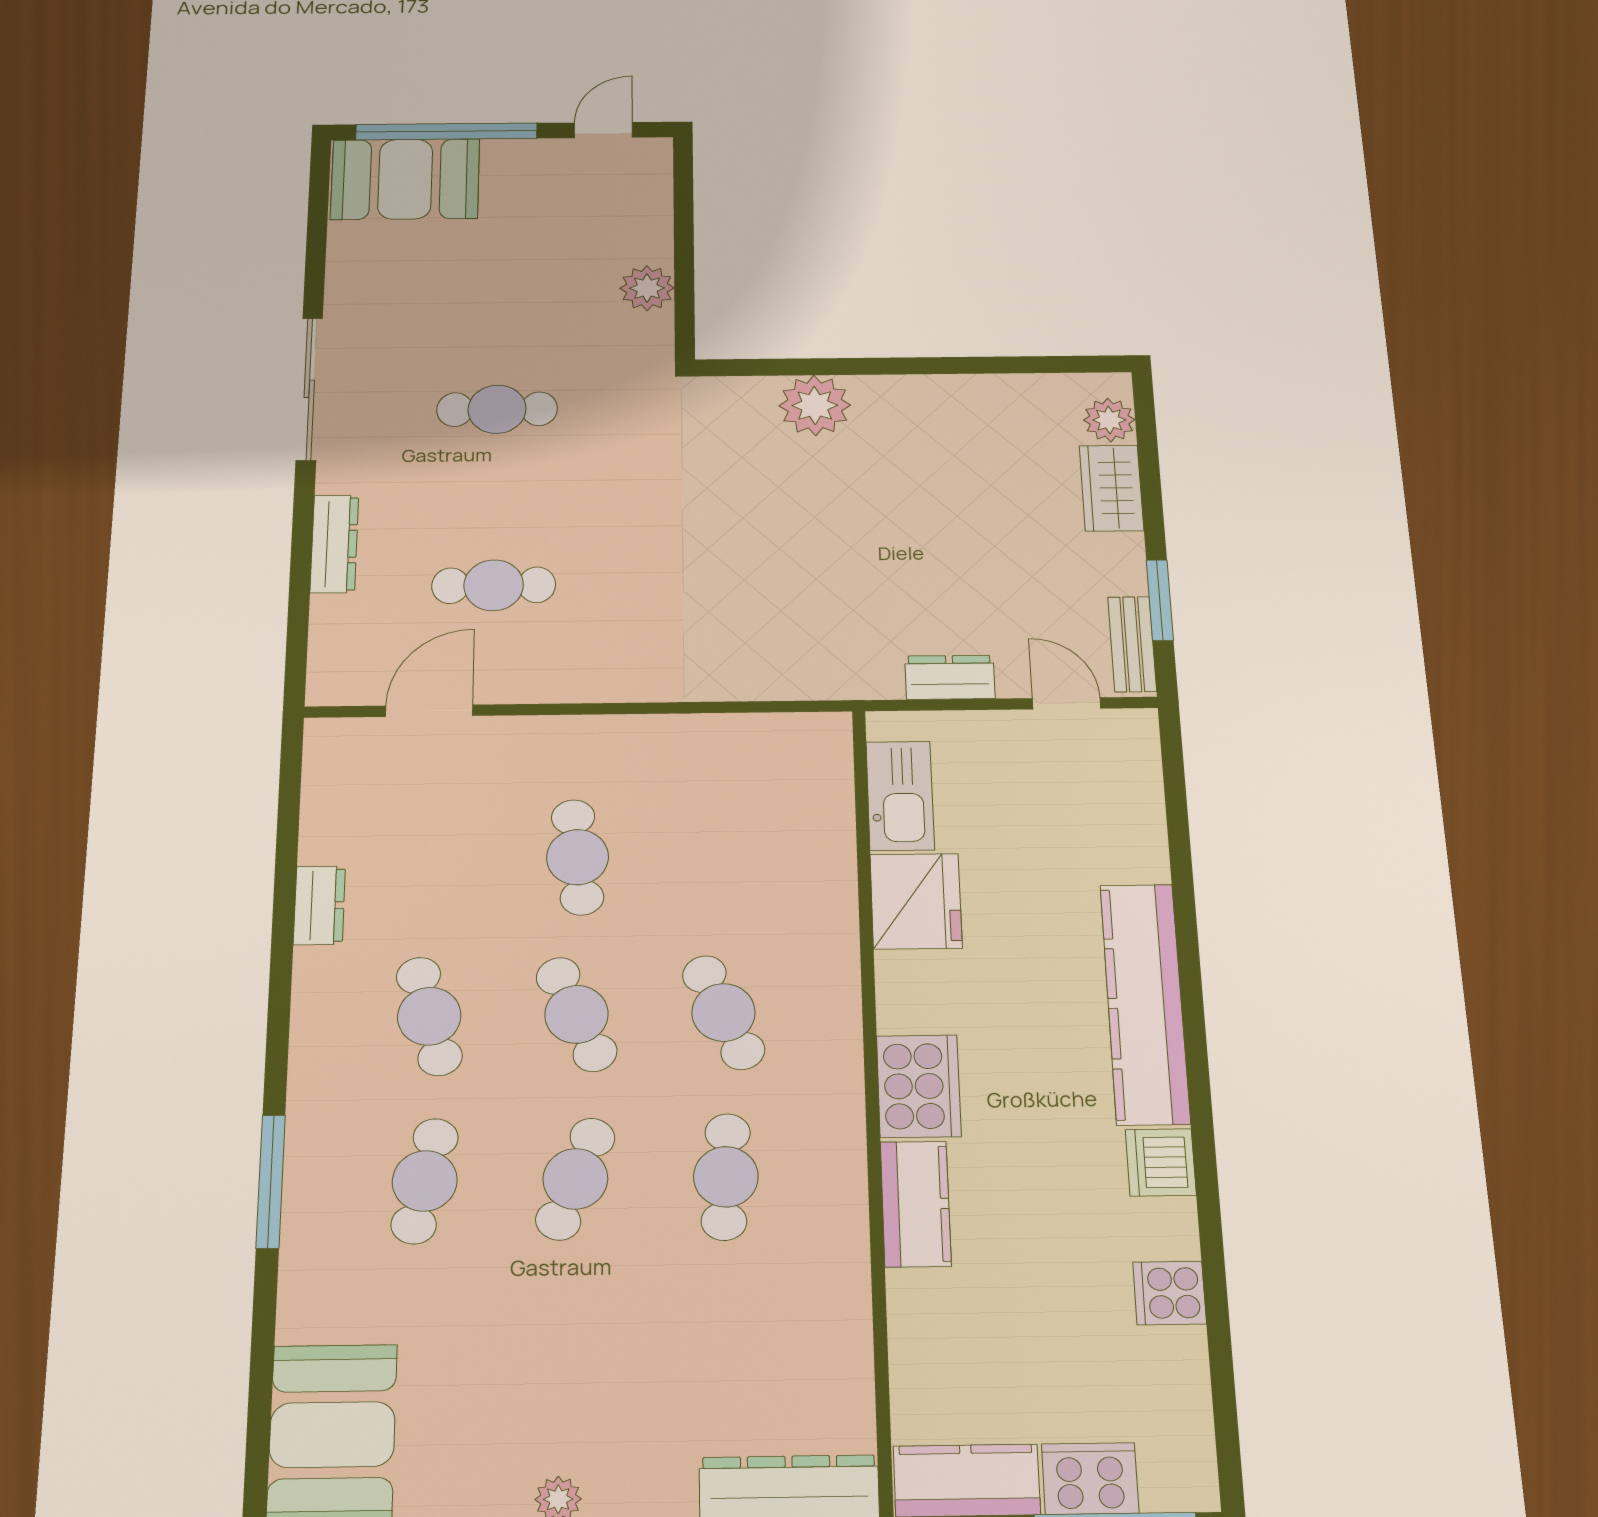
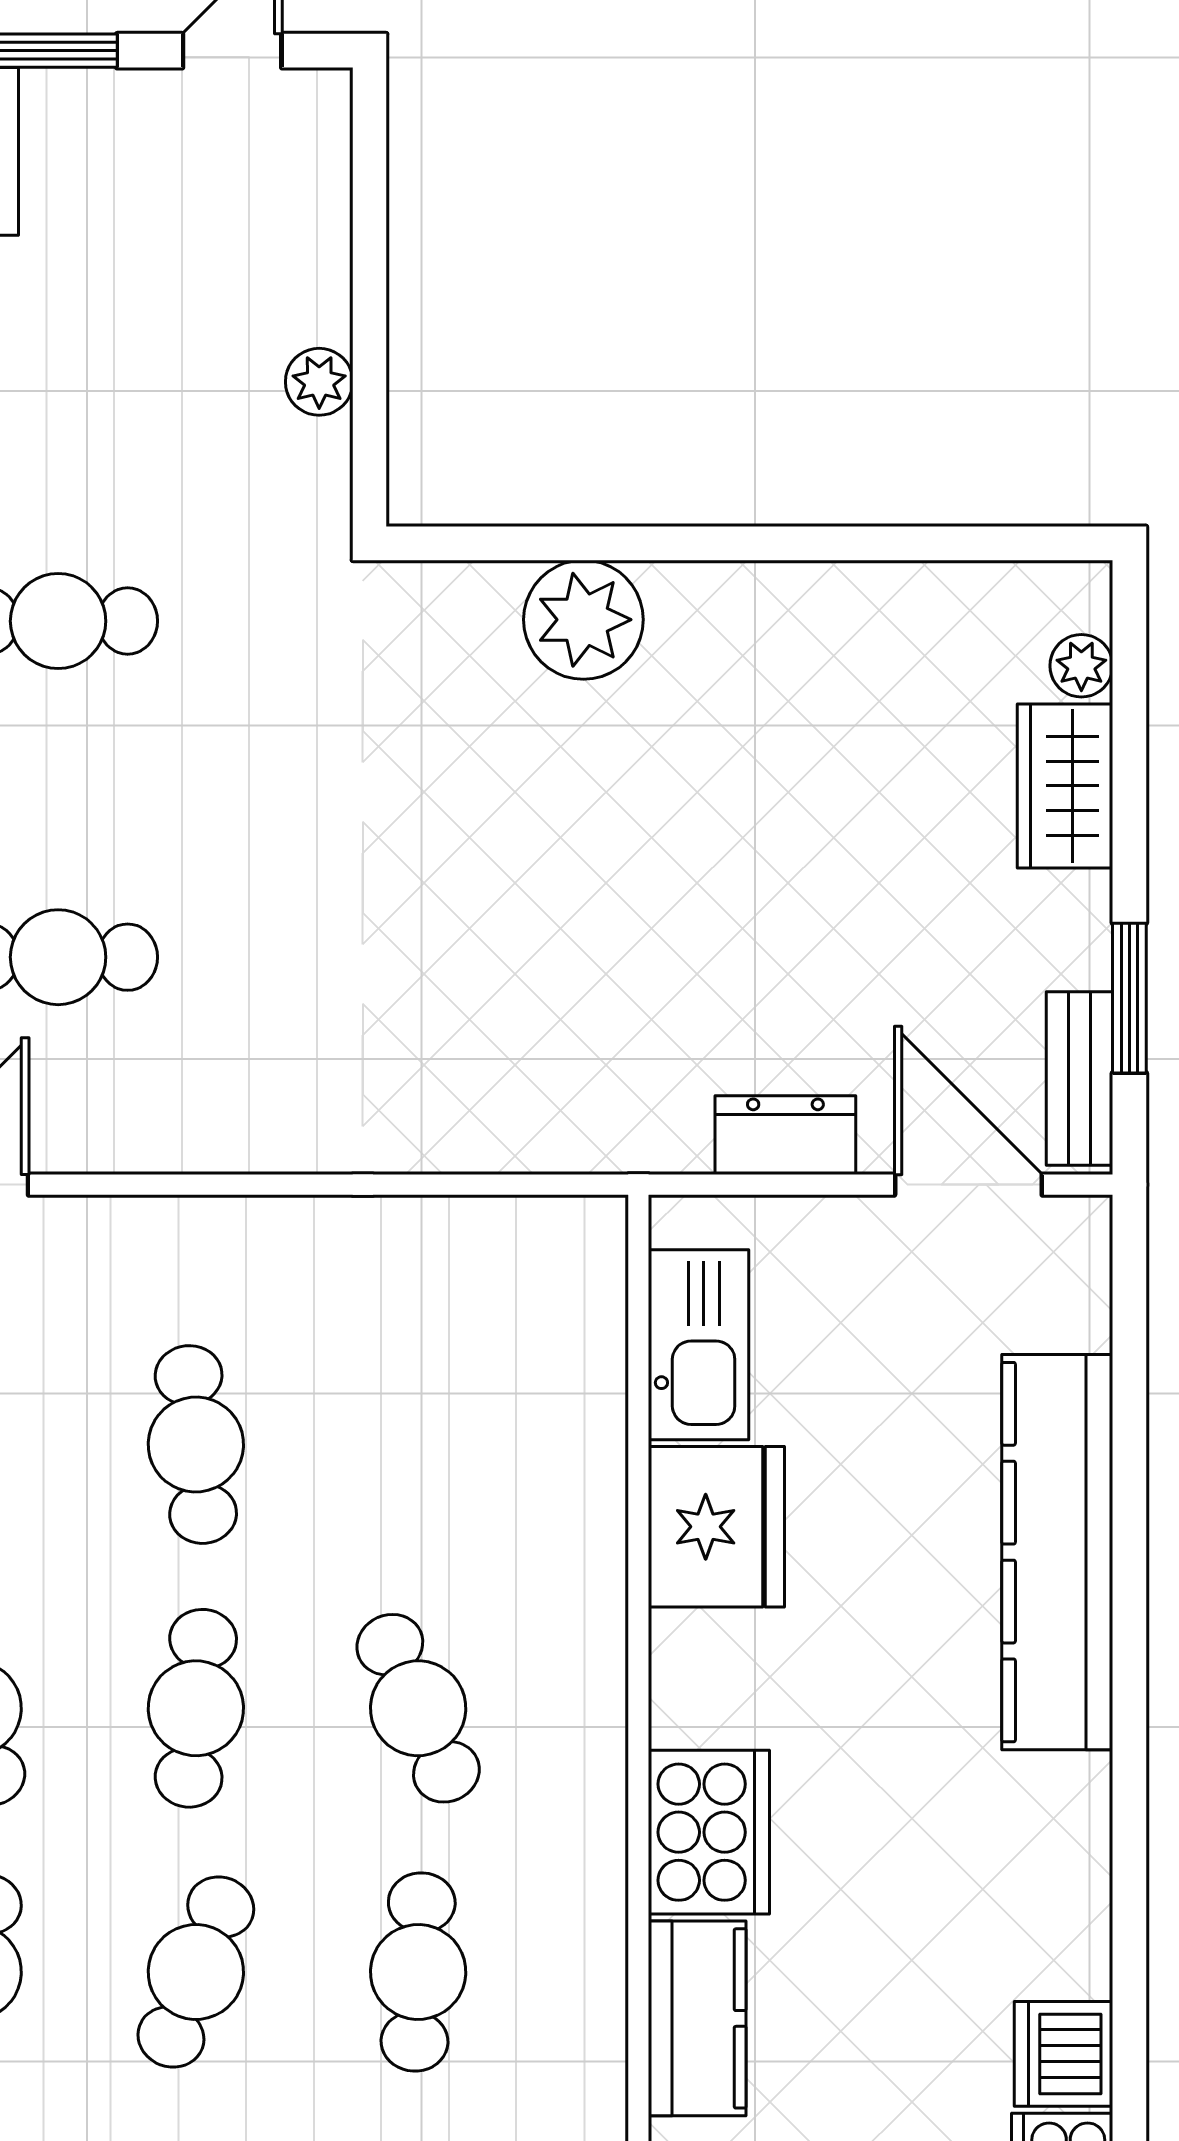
plant: (647, 288) -> (319, 382), width x0.73, depth x0.73
plant: (1109, 420) -> (1081, 666), width x0.73, depth x0.73
door: (1067, 703) -> (968, 1185), width x1.37
kitchen counter: (1145, 1003) -> (1057, 1552), moved
cafe table: (576, 1014) -> (196, 1708), turned 30
dishwasher: (1161, 1162) -> (1064, 2054), moved

